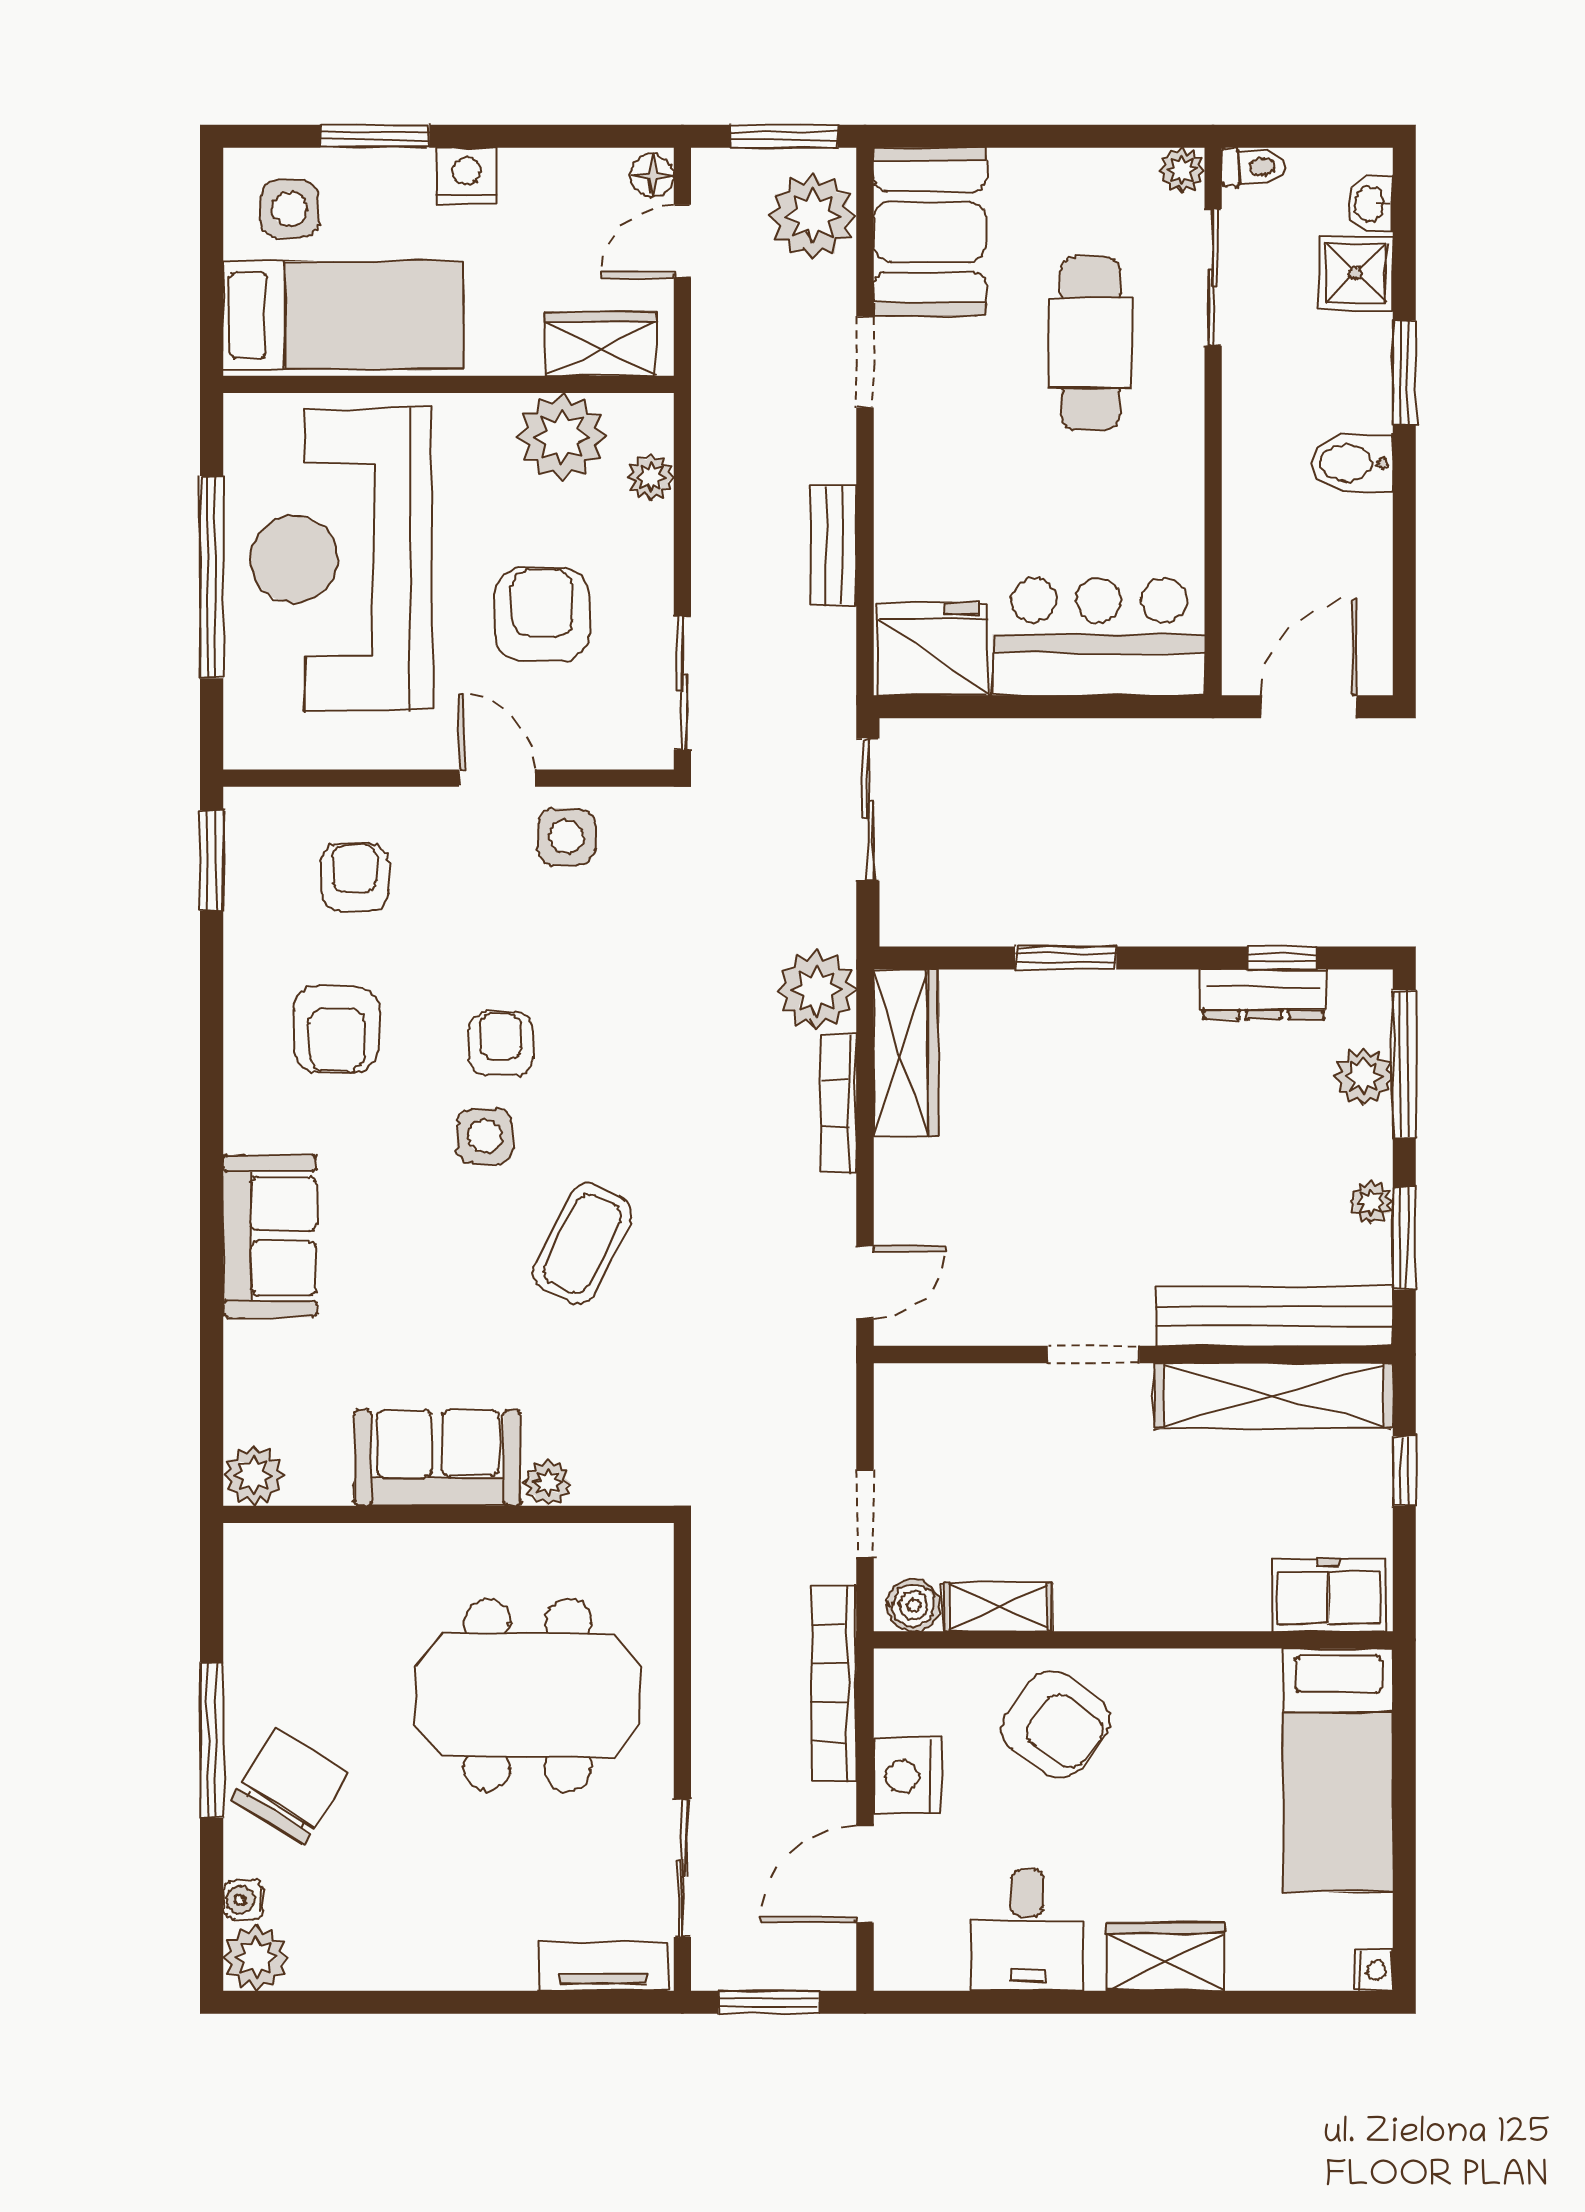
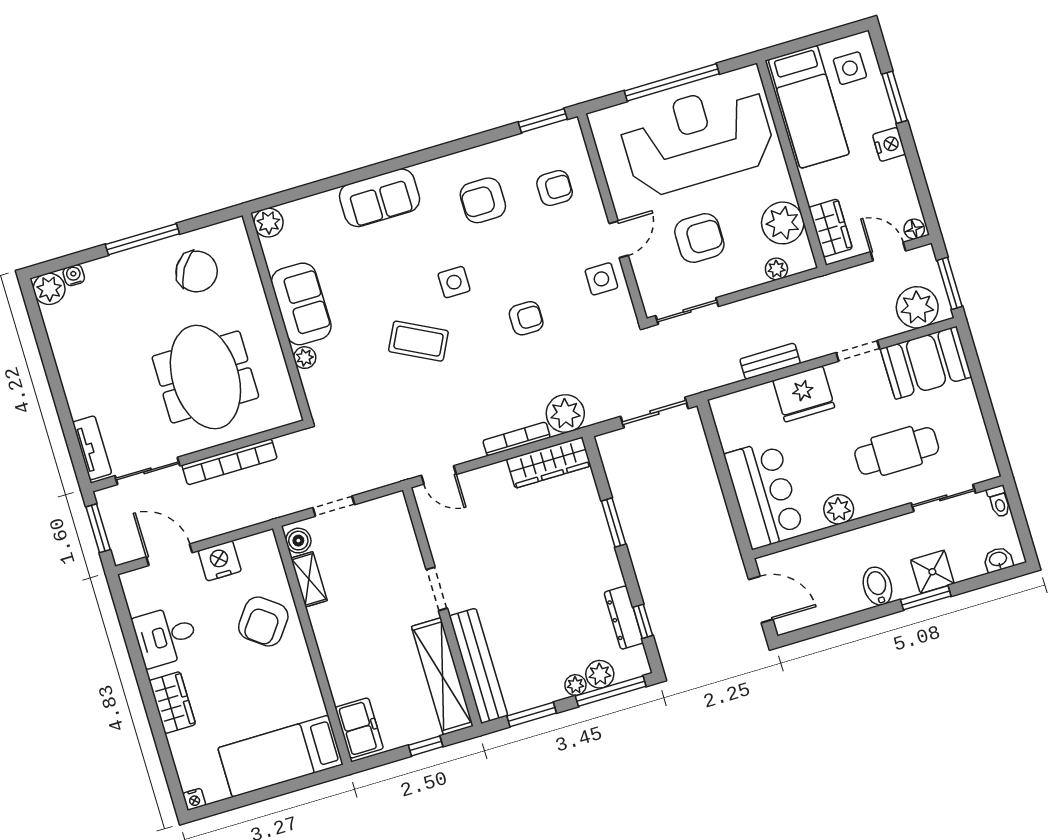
plant: (1182, 170) -> (839, 509), moved, width x1.38, depth x1.38
shower: (1356, 273) -> (932, 572), moved
fridge: (934, 649) -> (804, 394), moved, turned 90
armchair: (501, 1044) -> (526, 318), moved
plant: (1371, 1202) -> (575, 685), moved
bookcase: (834, 1683) -> (230, 462), moved, turned 180
chair: (290, 1786) -> (197, 271), moved

